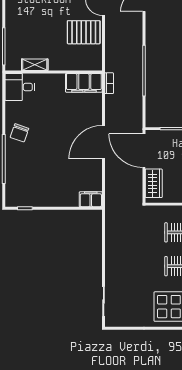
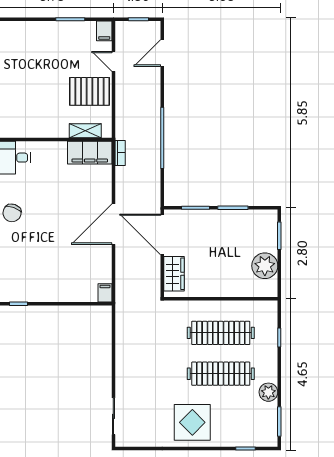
shelving: (35, 65) -> (85, 131), moved
filing cabinet: (91, 199) -> (105, 293), width x0.50

